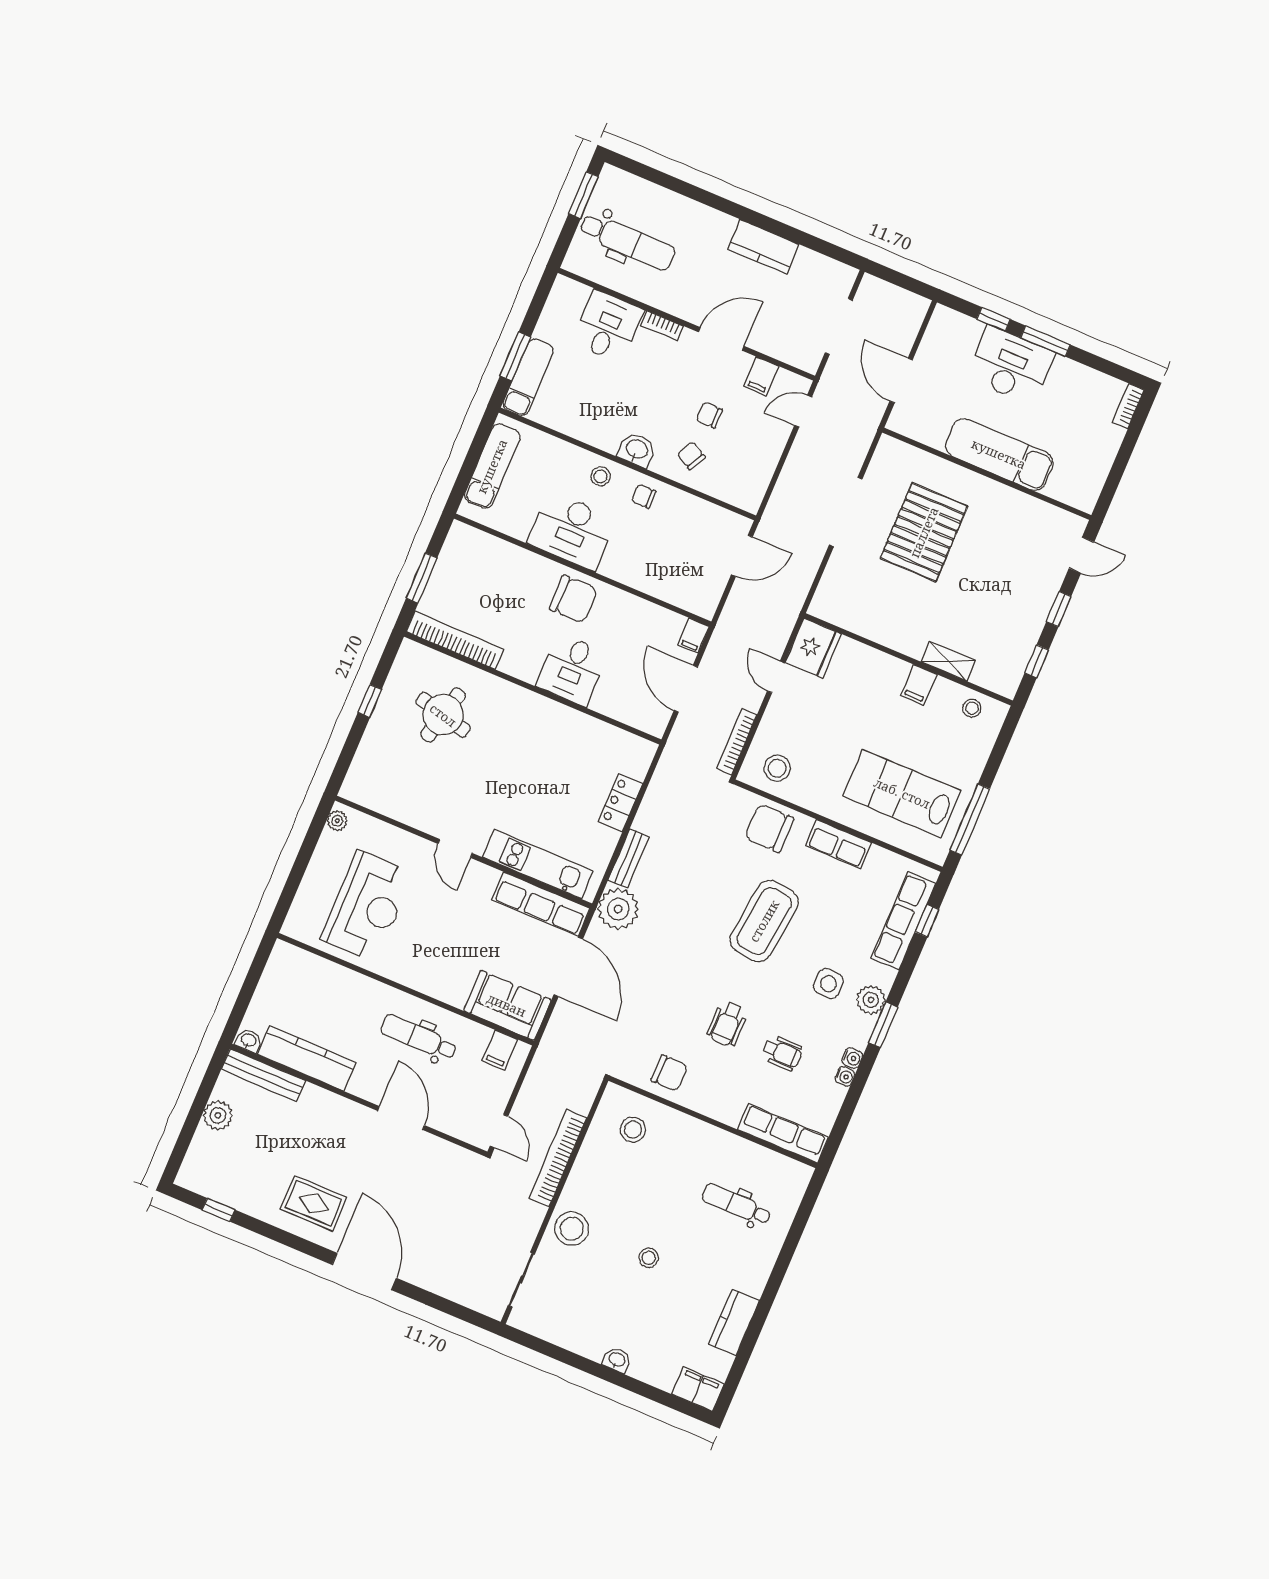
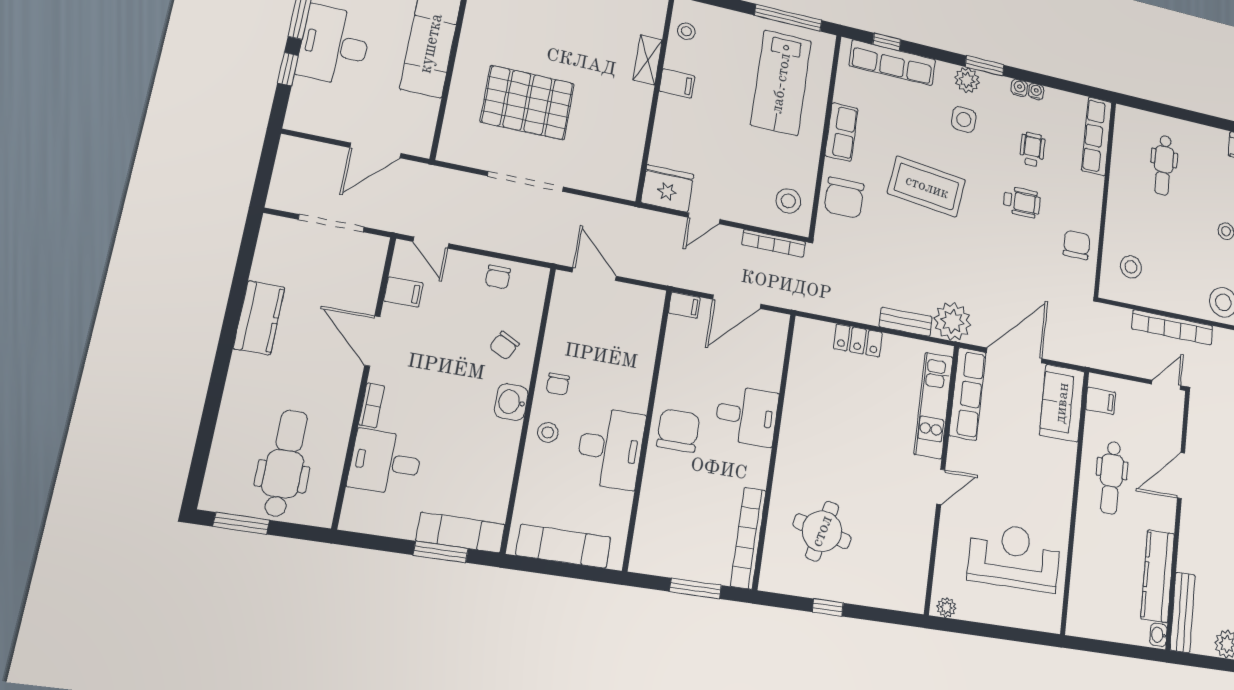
chair: (709, 415) -> (498, 277), moved

